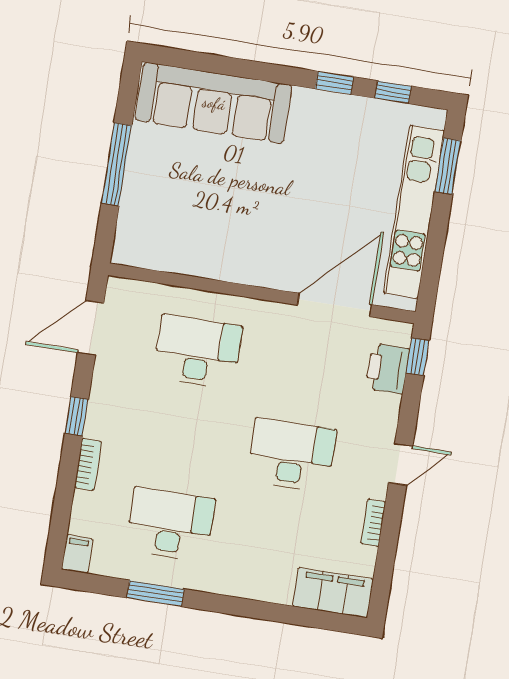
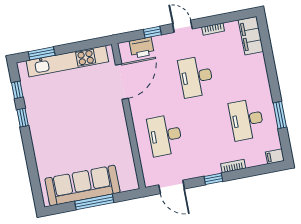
sofa: (214, 103) -> (82, 185), moved, turned -90
door: (335, 305) -> (122, 82), swing flipped
window: (418, 357) -> (152, 32), moved

